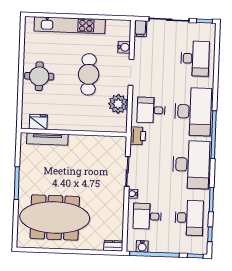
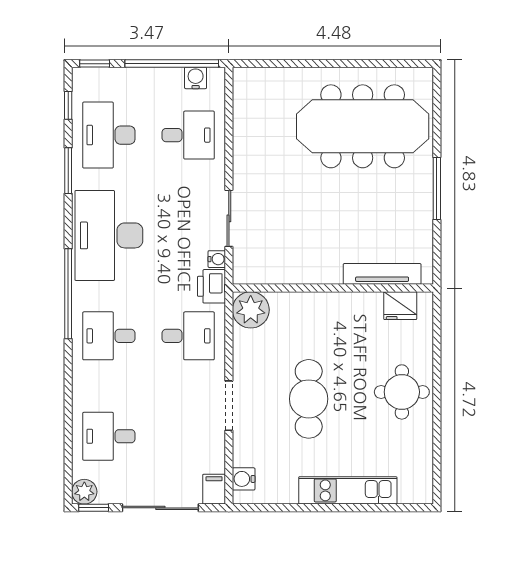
kitchen unit: (70, 25) -> (348, 490), width x0.73
plant: (209, 30) -> (84, 492), added
water cooler: (124, 47) -> (244, 479), moved
desk: (195, 58) -> (109, 436), width x0.73
plant: (118, 104) -> (251, 310), moved
desk: (193, 112) -> (109, 336), width x0.53, depth x0.77
water cooler: (133, 194) -> (217, 259), moved
dresser: (113, 246) -> (250, 77), removed

